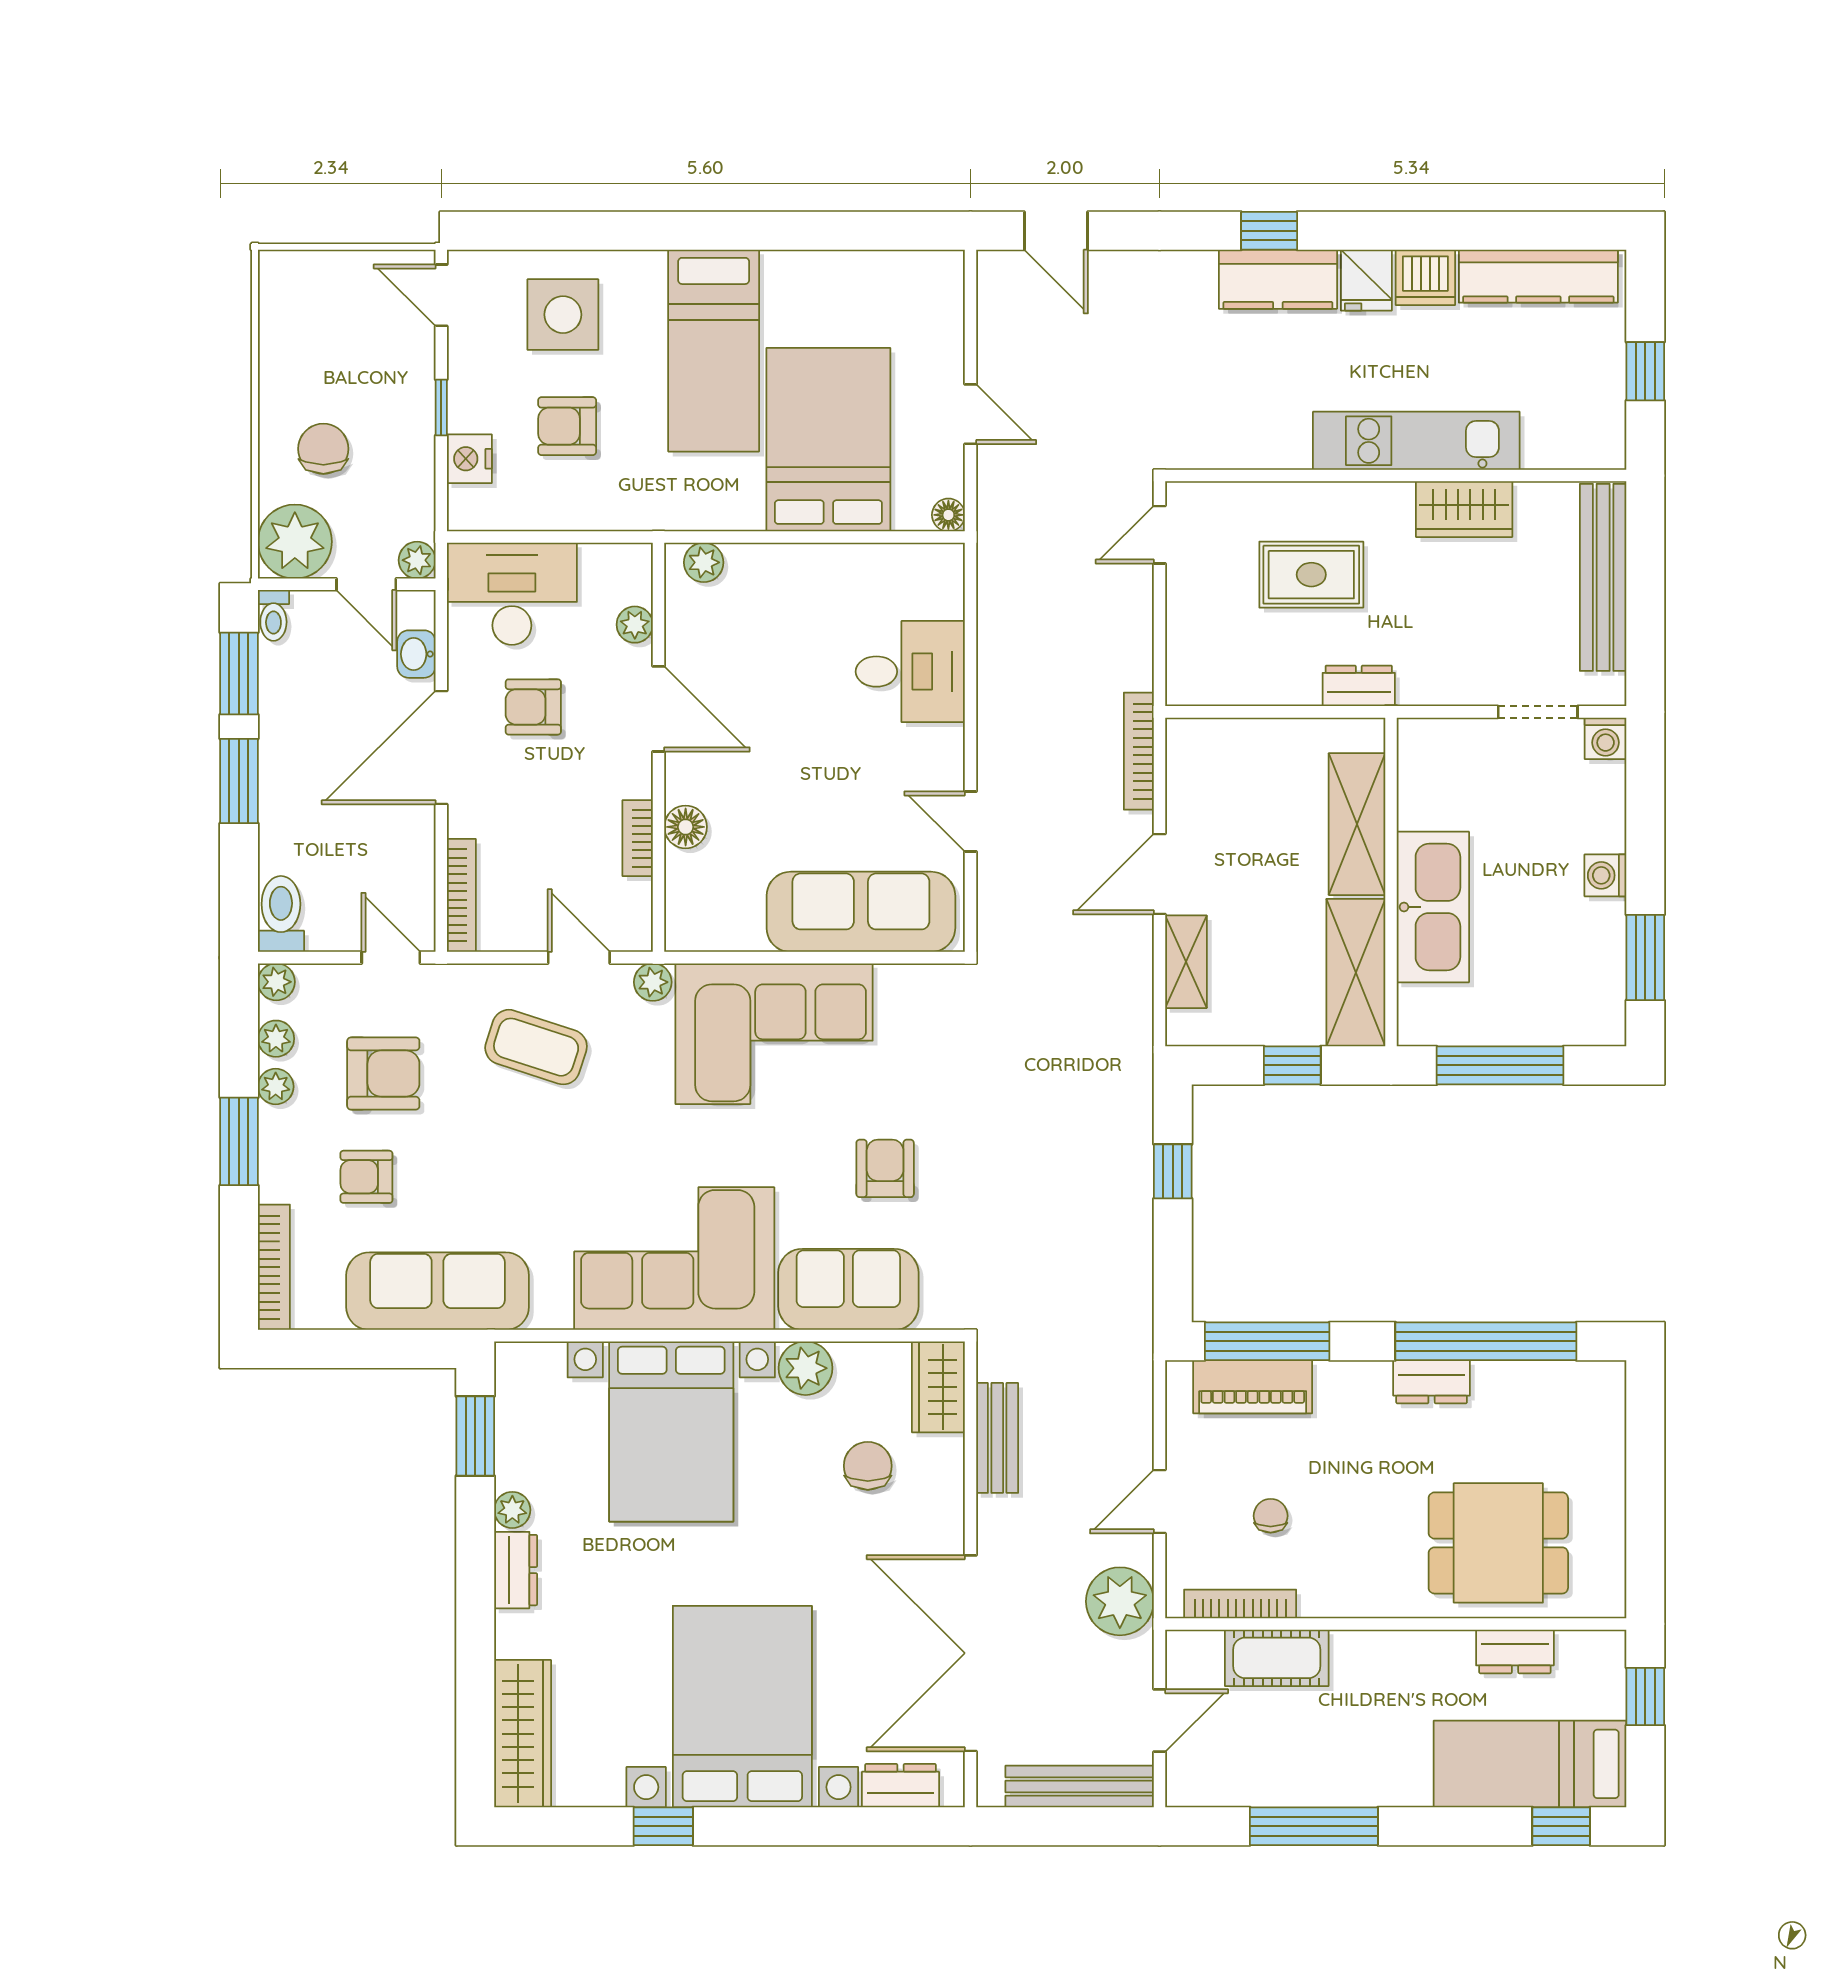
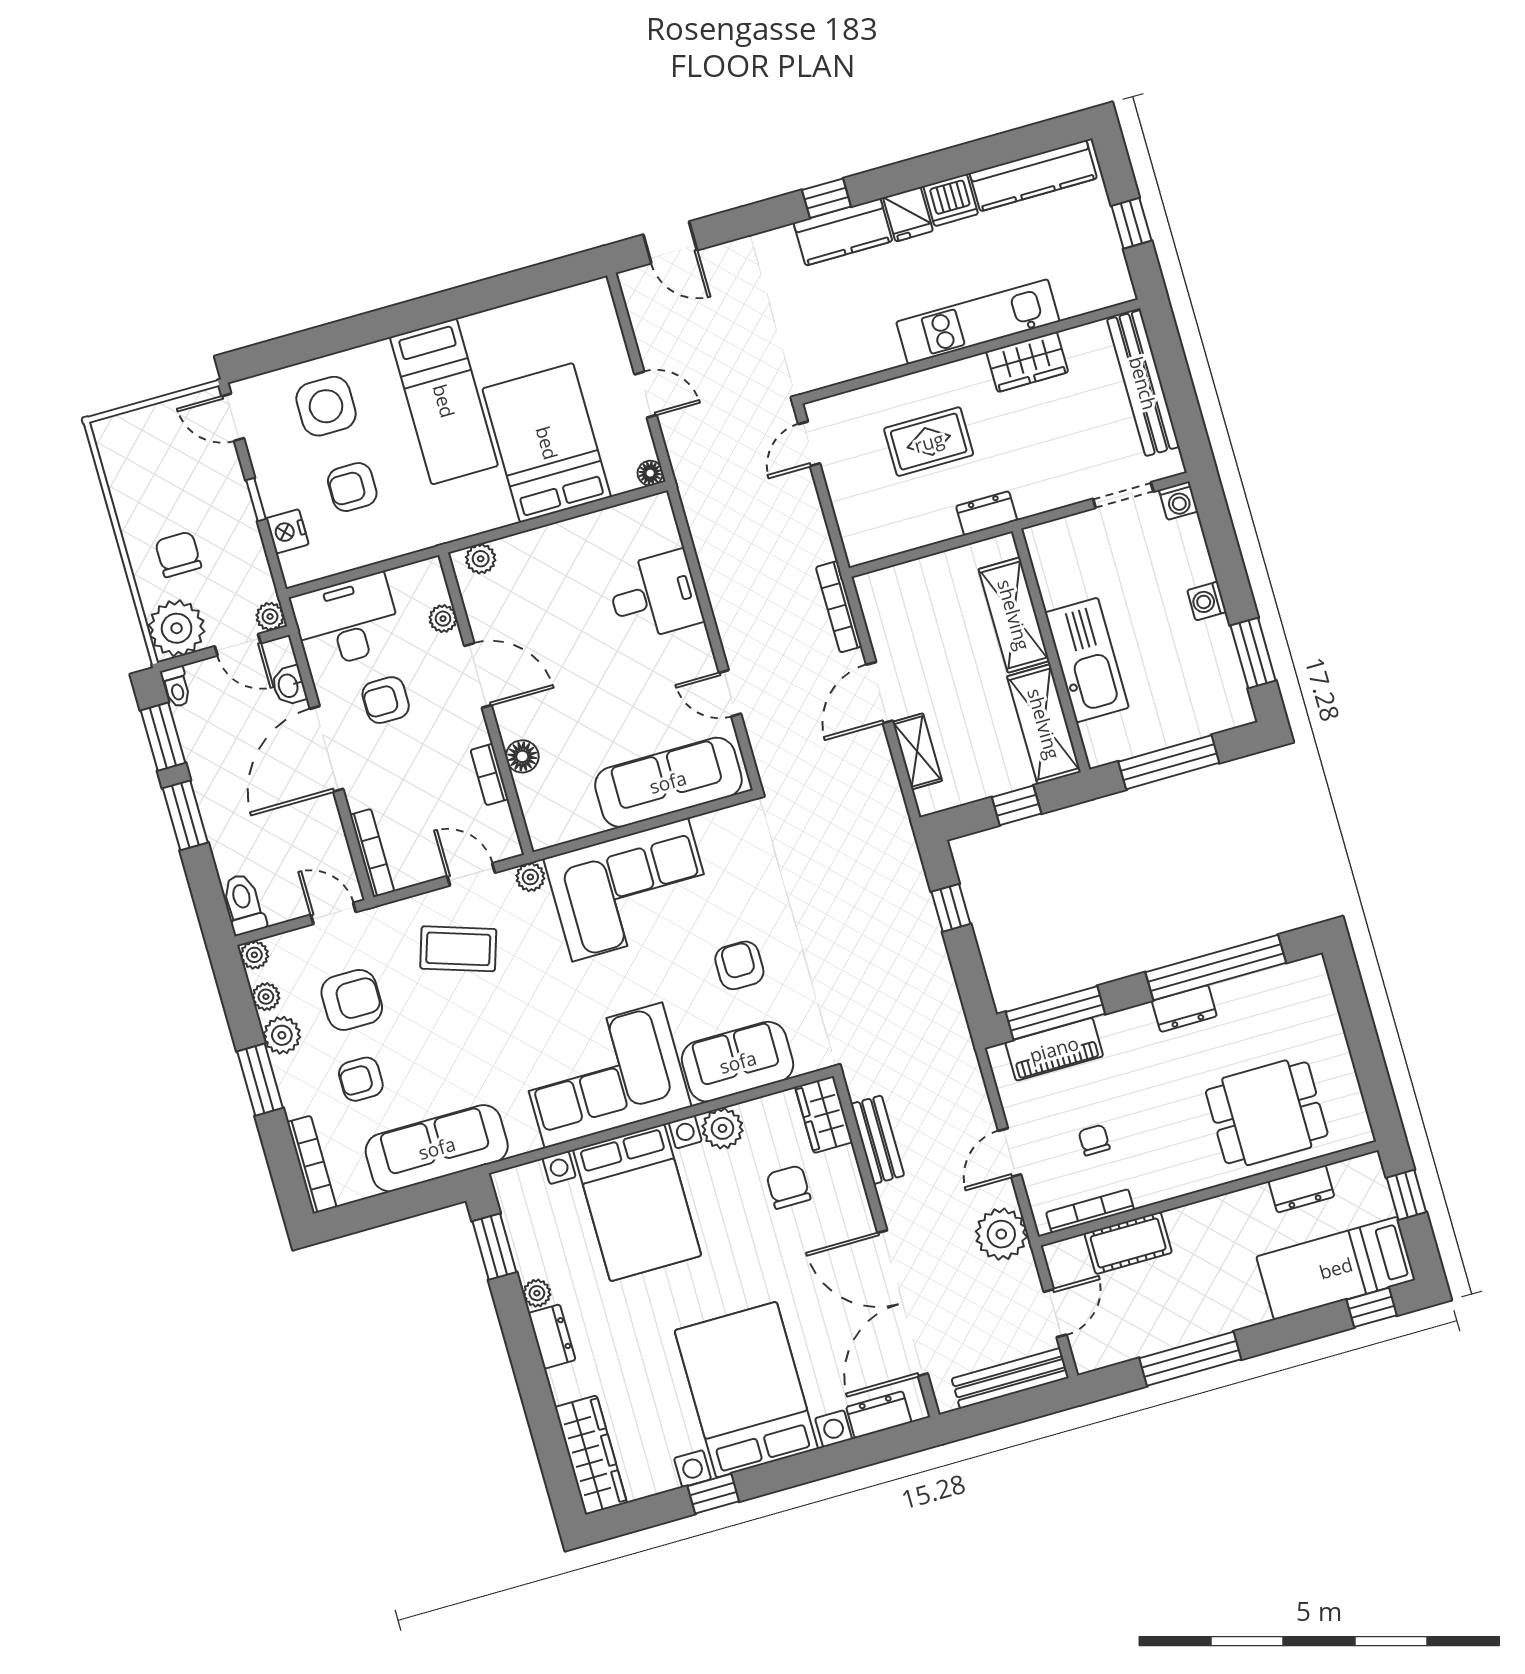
plant: (276, 1087) -> (282, 1035), width x1.38, depth x1.38

